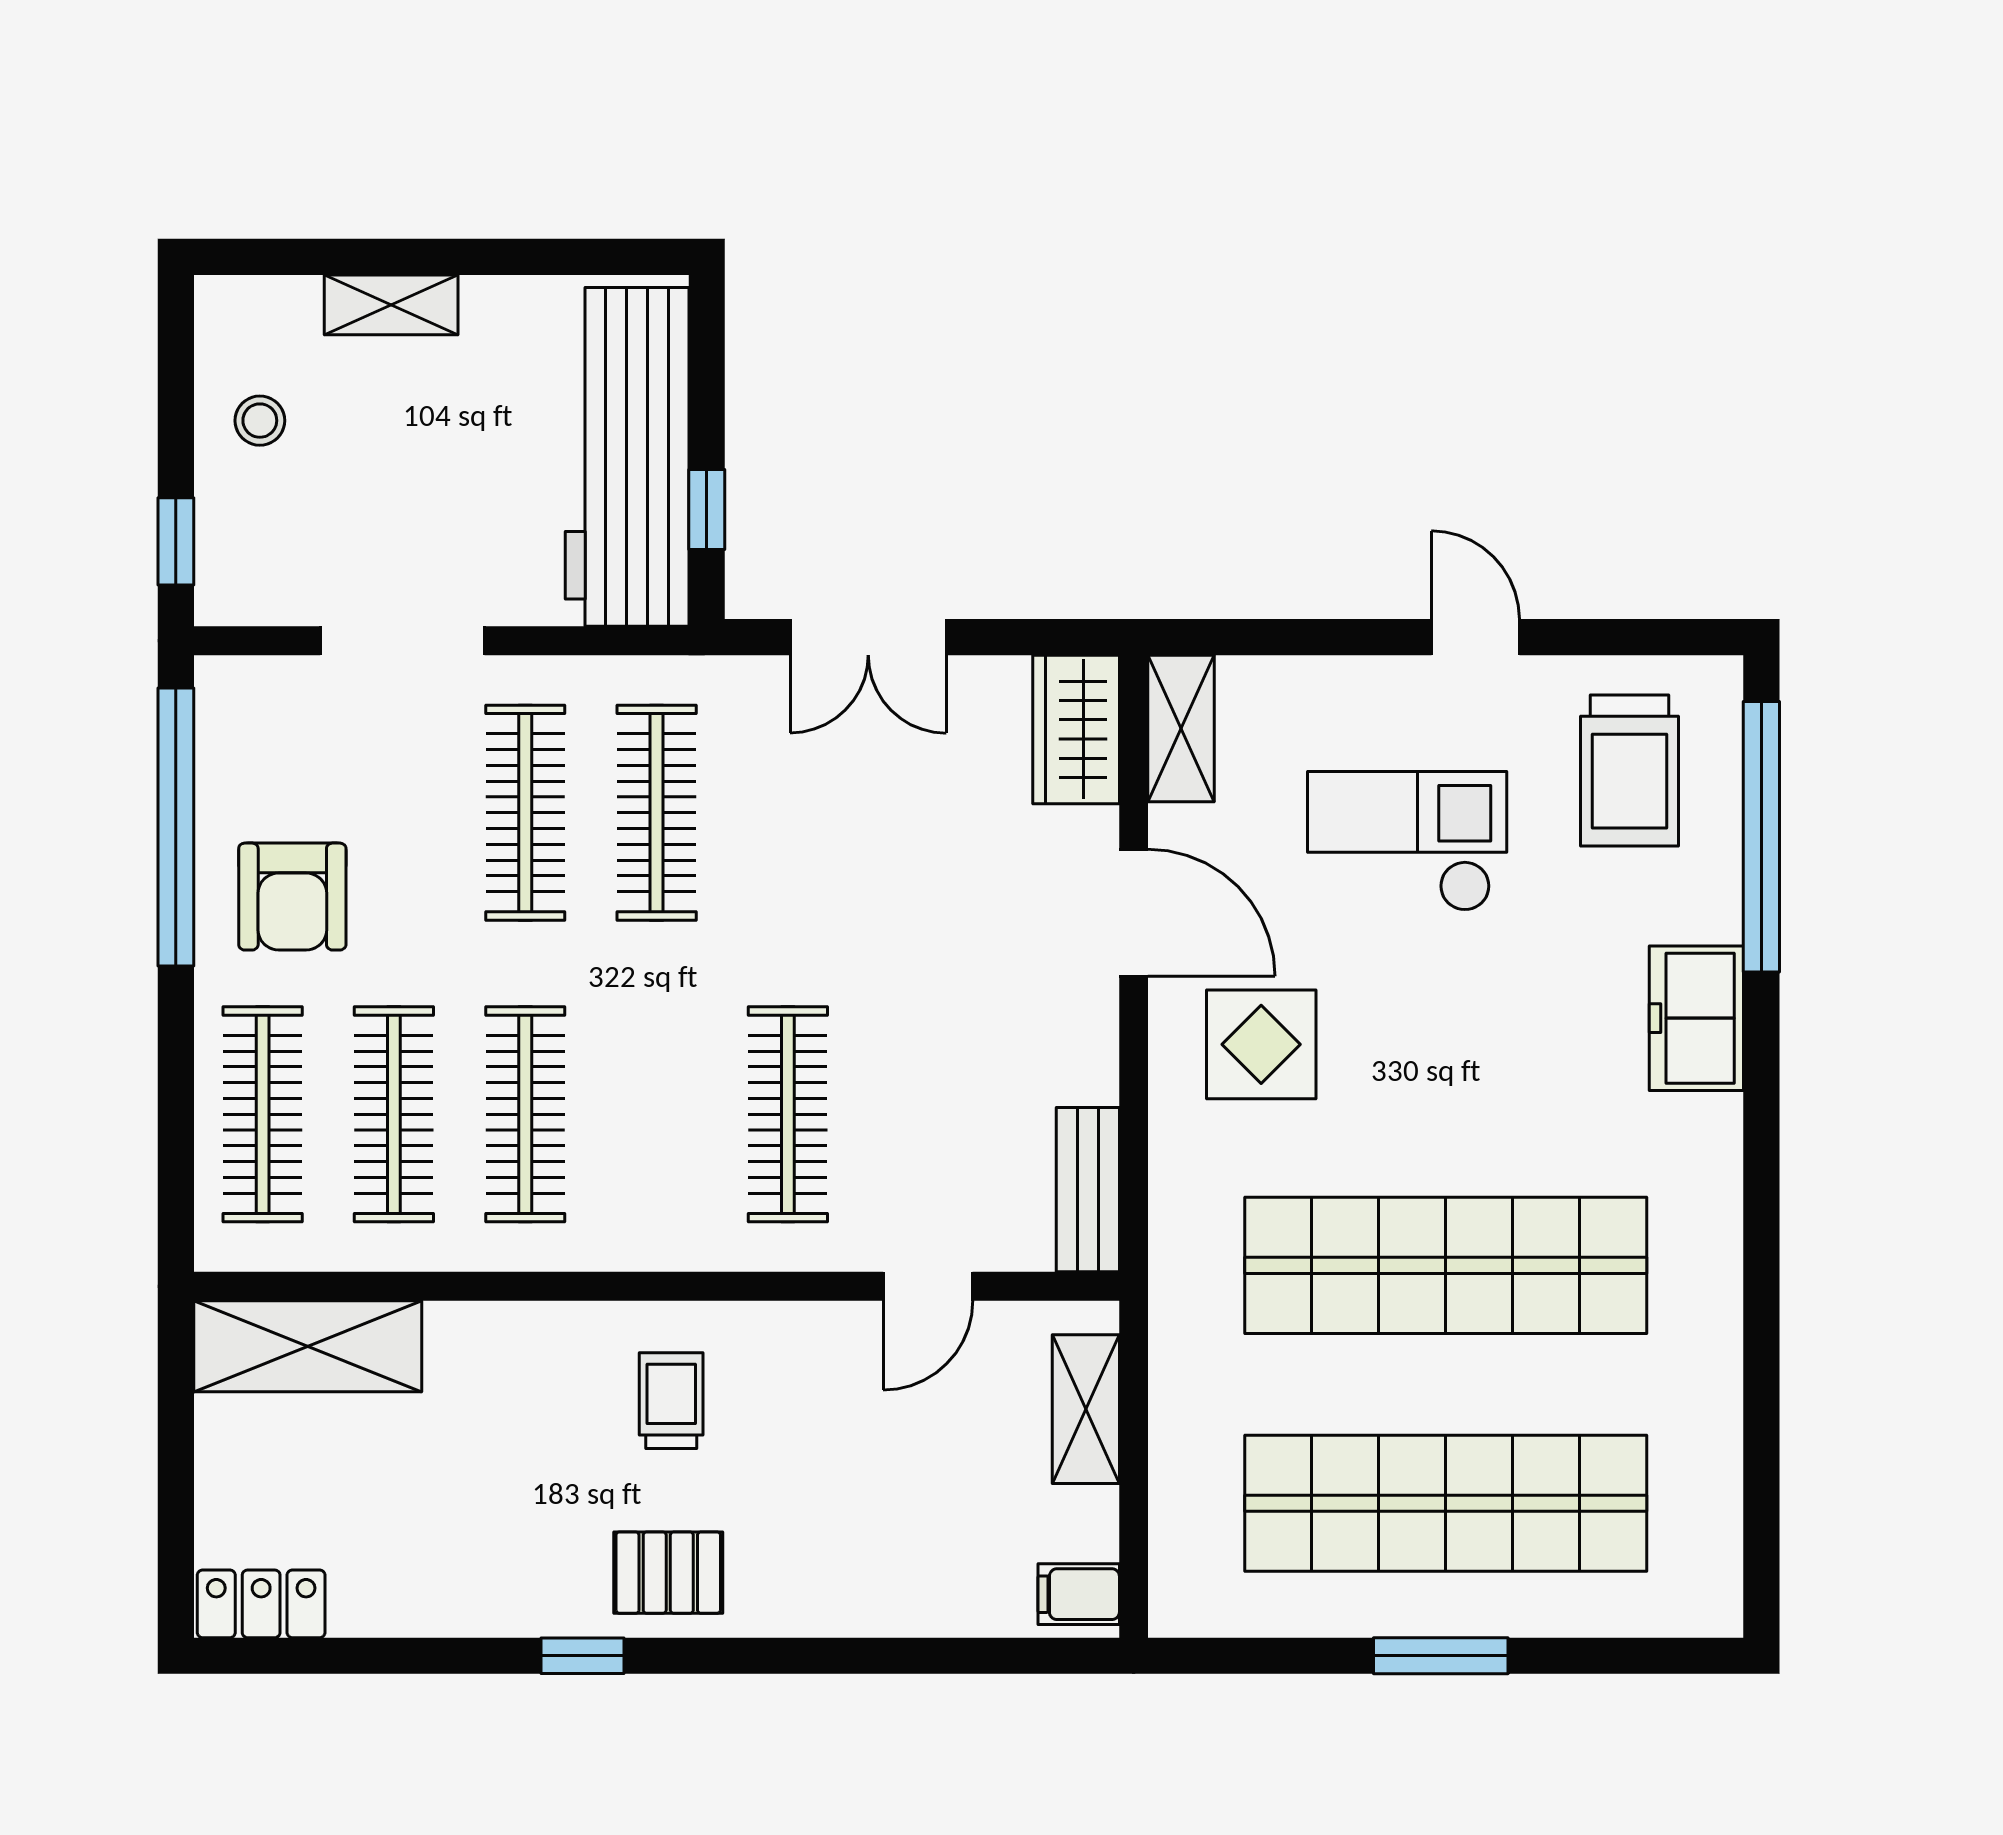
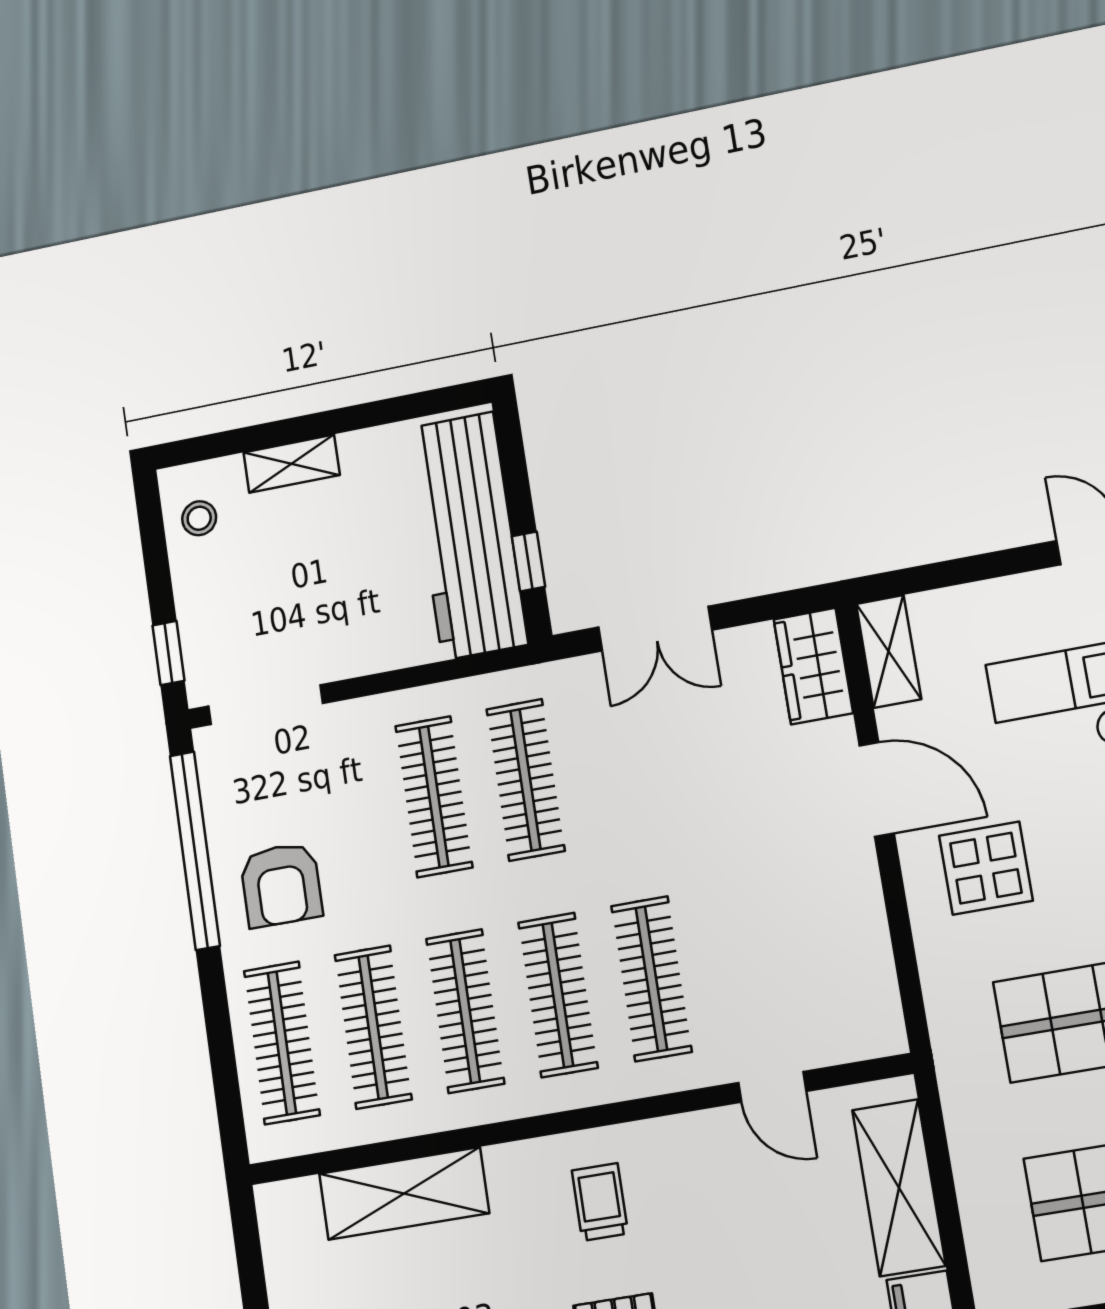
stool: (260, 421) -> (199, 518), moved
doorway: (402, 641) -> (266, 705), moved
clothes rail: (657, 1114) -> (558, 995), added
bench: (1088, 1190) -> (877, 996), removed
door: (928, 1286) -> (772, 1087), hinge flipped
shelving: (308, 1346) -> (404, 1193), moved
shelving: (1086, 1409) -> (899, 1188), width x1.50, depth x1.33

